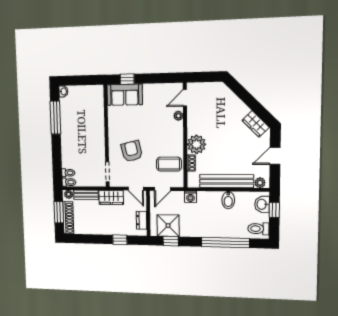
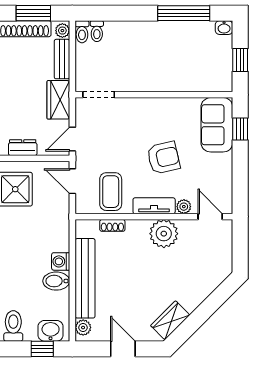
window: (83, 80) -> (240, 60), added
tv unit: (178, 136) -> (154, 206), added
plant: (196, 144) -> (164, 234), moved
armchair: (132, 151) -> (163, 158), moved
washing machine: (191, 197) -> (61, 261), moved

